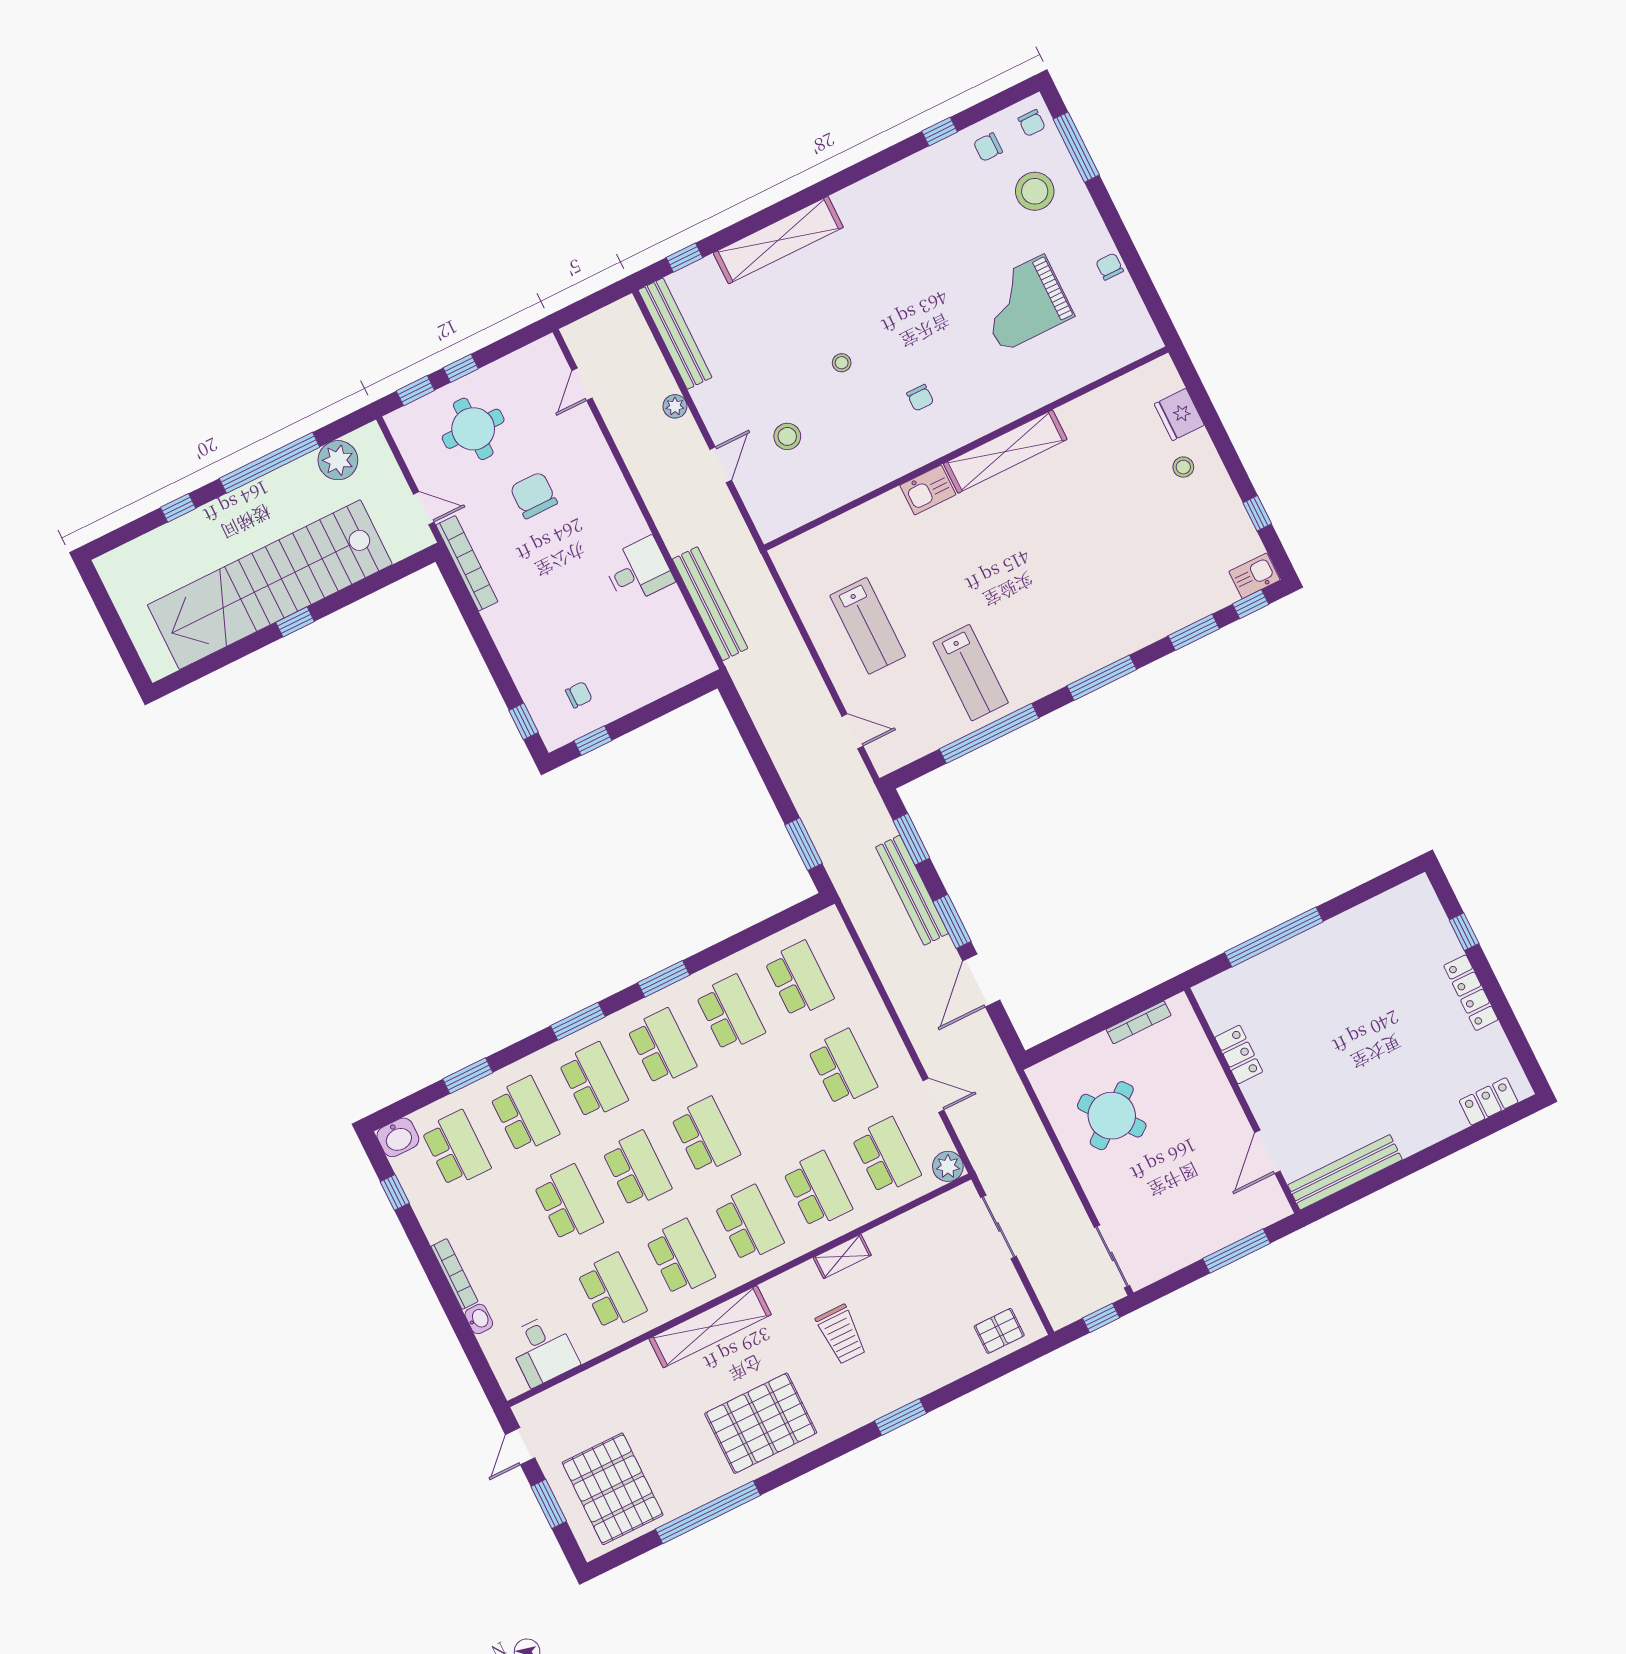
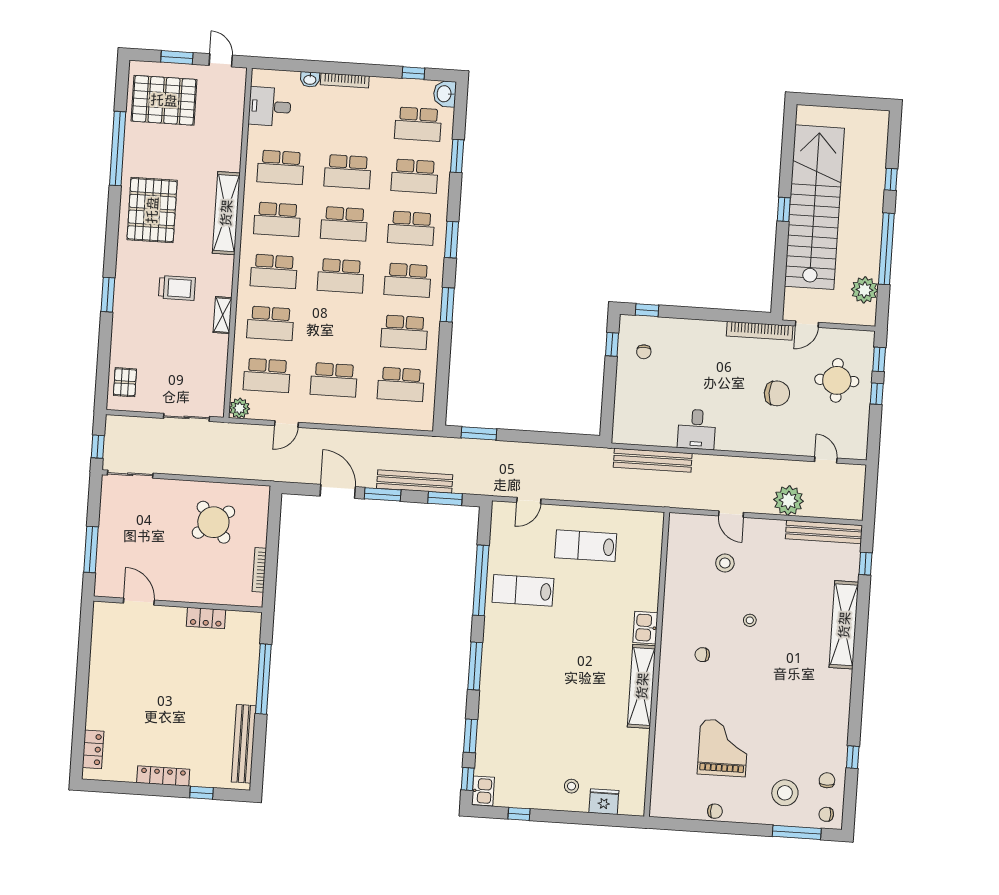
plant: (675, 406) -> (789, 500), width x1.87, depth x1.87
bench: (1345, 1172) -> (244, 744), moved
trolley: (841, 1334) -> (177, 288), turned 180

